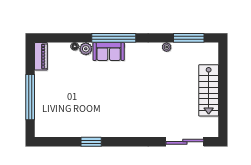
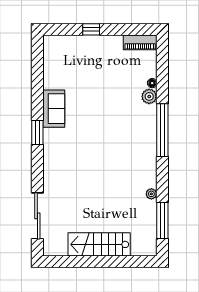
sofa: (109, 52) -> (54, 109), moved, turned 180
window: (30, 97) -> (91, 29), width x0.32
window: (91, 142) -> (37, 132), moved

